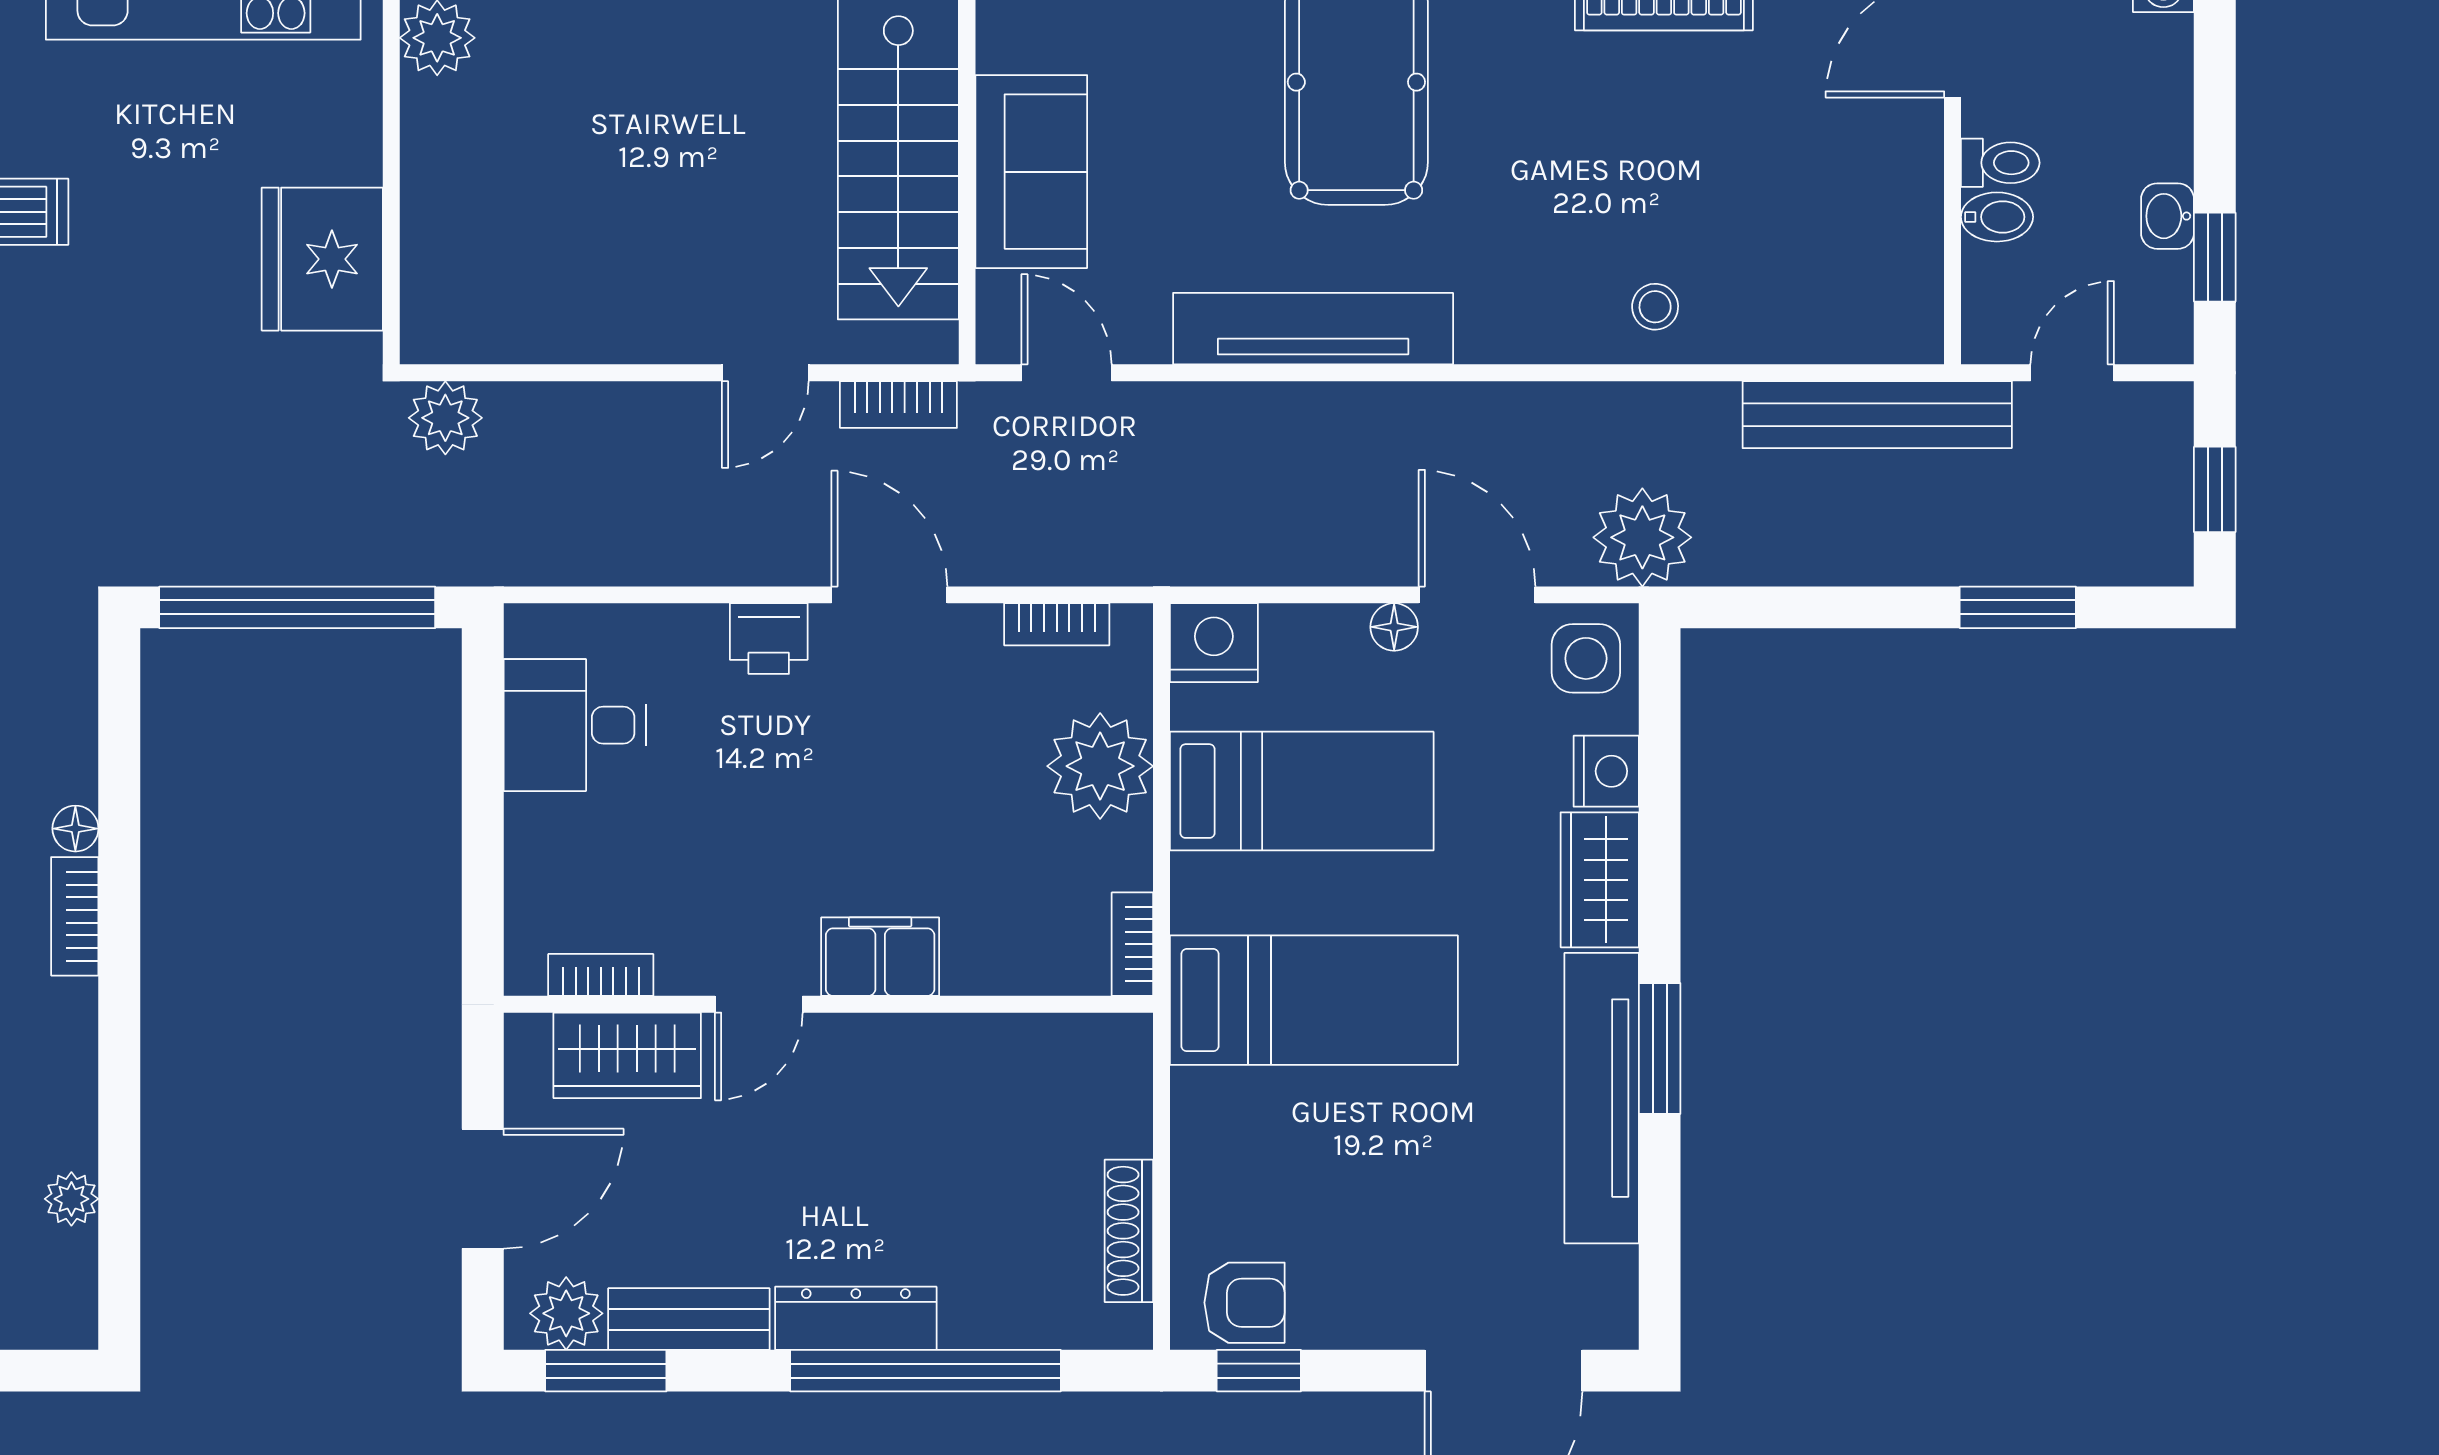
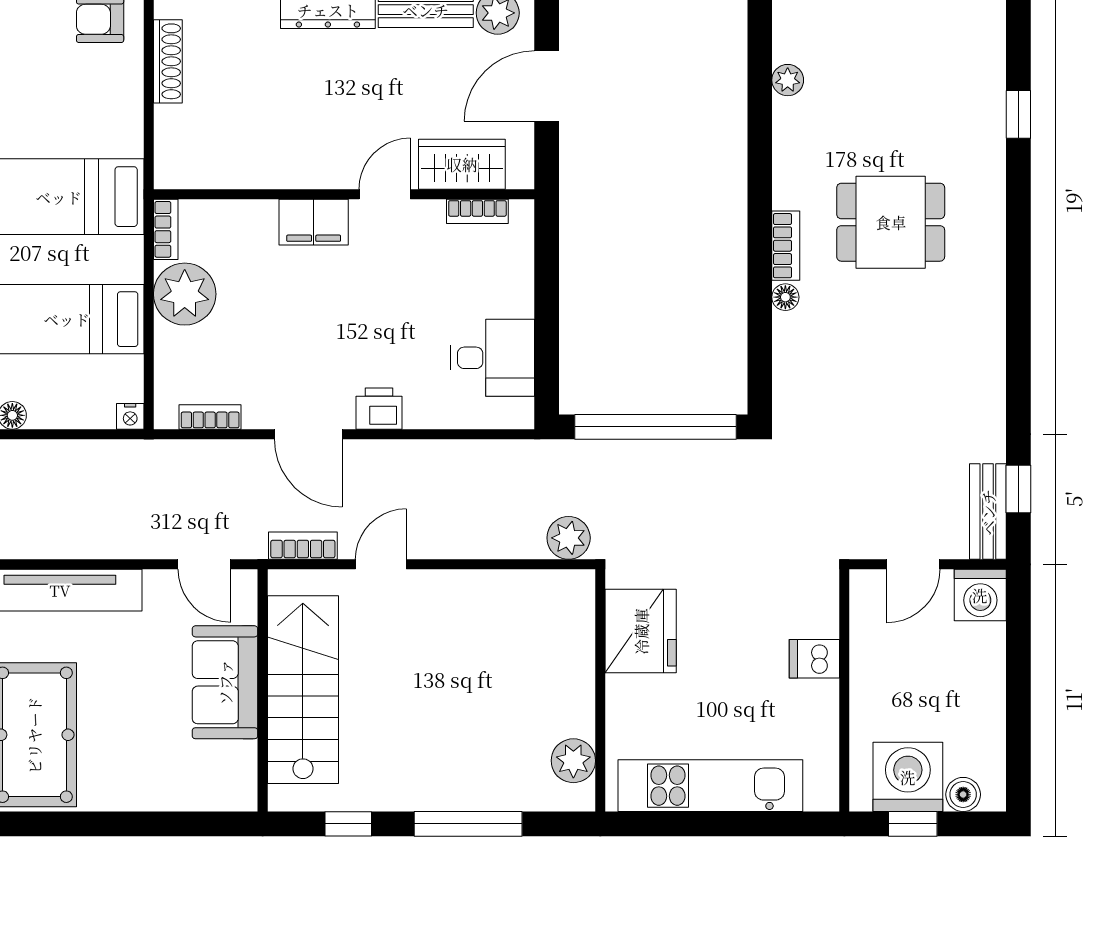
nightstand: (1214, 643) -> (130, 416), width x0.53, depth x0.56
plant: (1100, 766) -> (185, 294), moved

